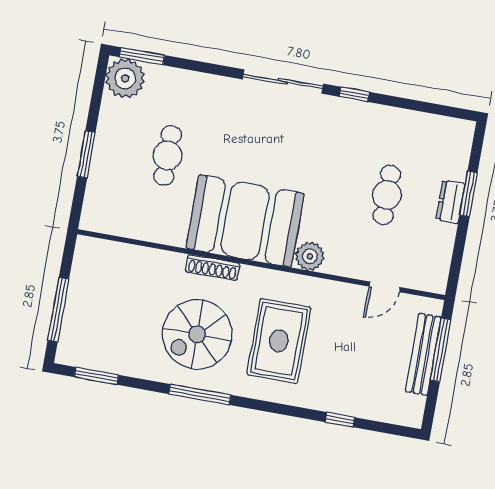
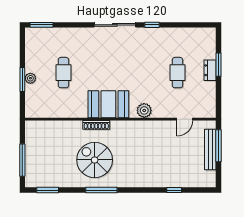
plant: (125, 78) -> (30, 78), moved, width x0.53, depth x0.53
booth: (245, 221) -> (108, 104), width x0.73, depth x0.70
spiral stairs: (197, 334) -> (95, 160), turned 90
rug: (279, 341) -> (136, 156), removed

